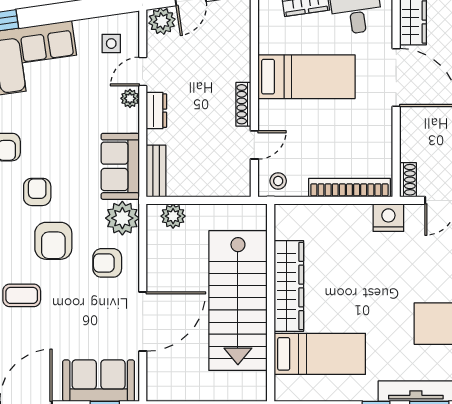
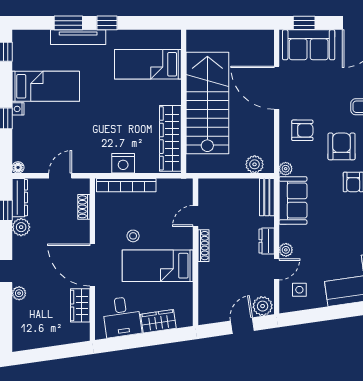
shoe rack: (408, 180) -> (84, 207), moved
stool: (278, 181) -> (133, 236), moved
plant: (122, 218) -> (286, 169), width x0.53, depth x0.53
nightstand: (388, 218) -> (123, 163), moved
wardrobe: (289, 286) -> (170, 138), moved
door: (143, 322) -> (277, 88), hinge flipped

